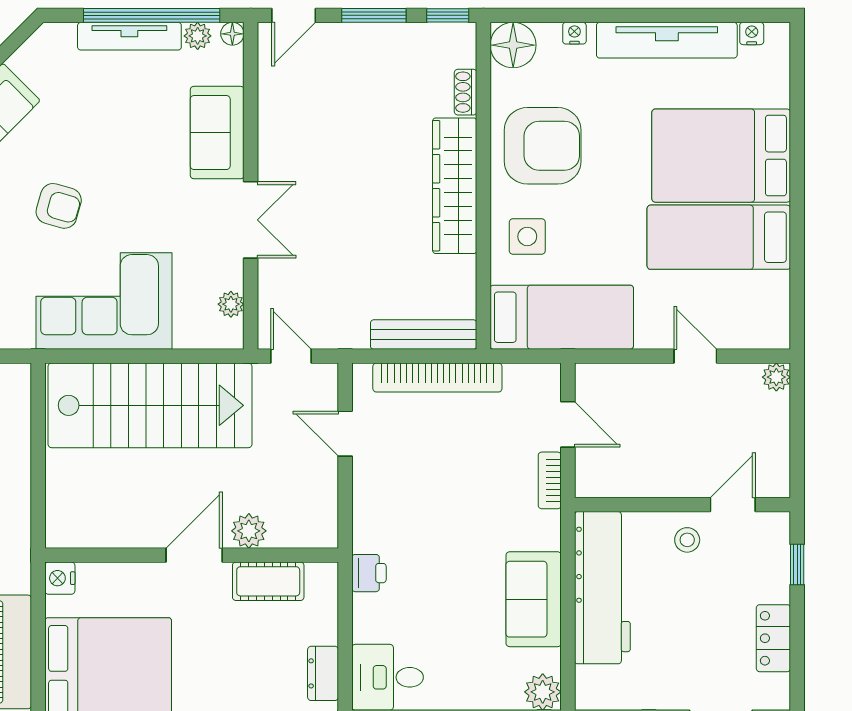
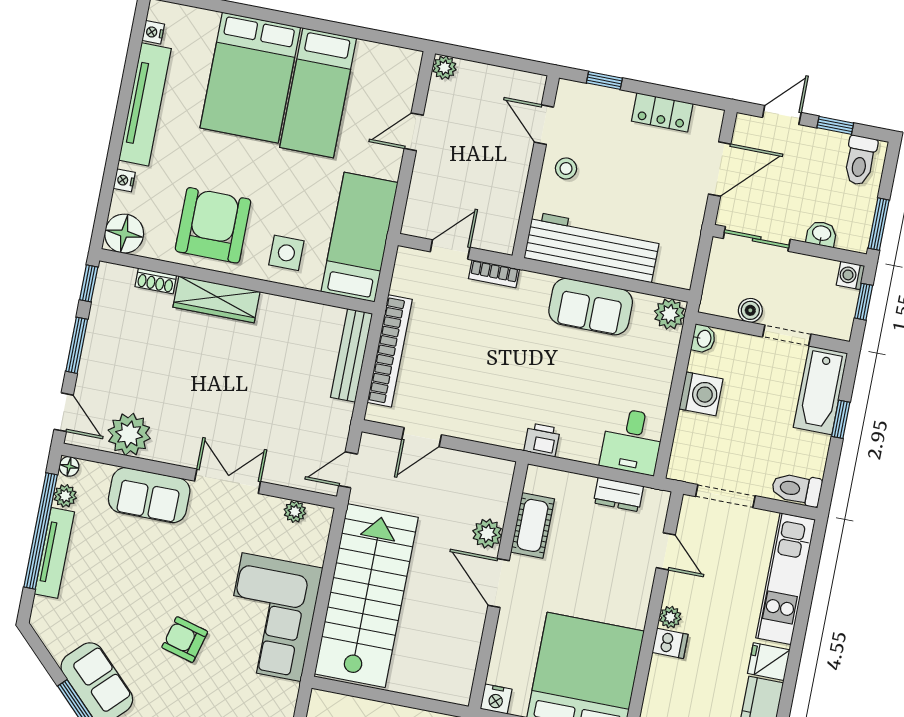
plant: (283, 96) -> (129, 434), added
wardrobe: (455, 186) -> (216, 299), width x0.71, depth x0.85
armchair: (59, 206) -> (185, 640), turned -91

